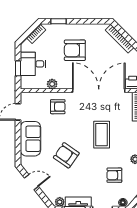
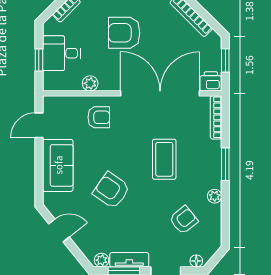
armchair: (114, 175) -> (183, 220), turned 141

